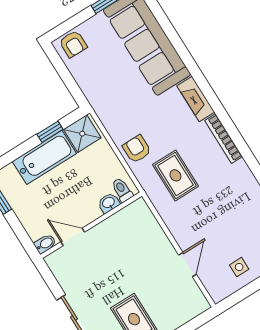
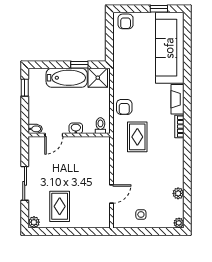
bookcase: (224, 139) -> (179, 127), width x0.64
armchair: (137, 149) -> (124, 107), turned 180
washbasin: (109, 203) -> (76, 128), moved
door: (73, 237) -> (54, 135), swing flipped

